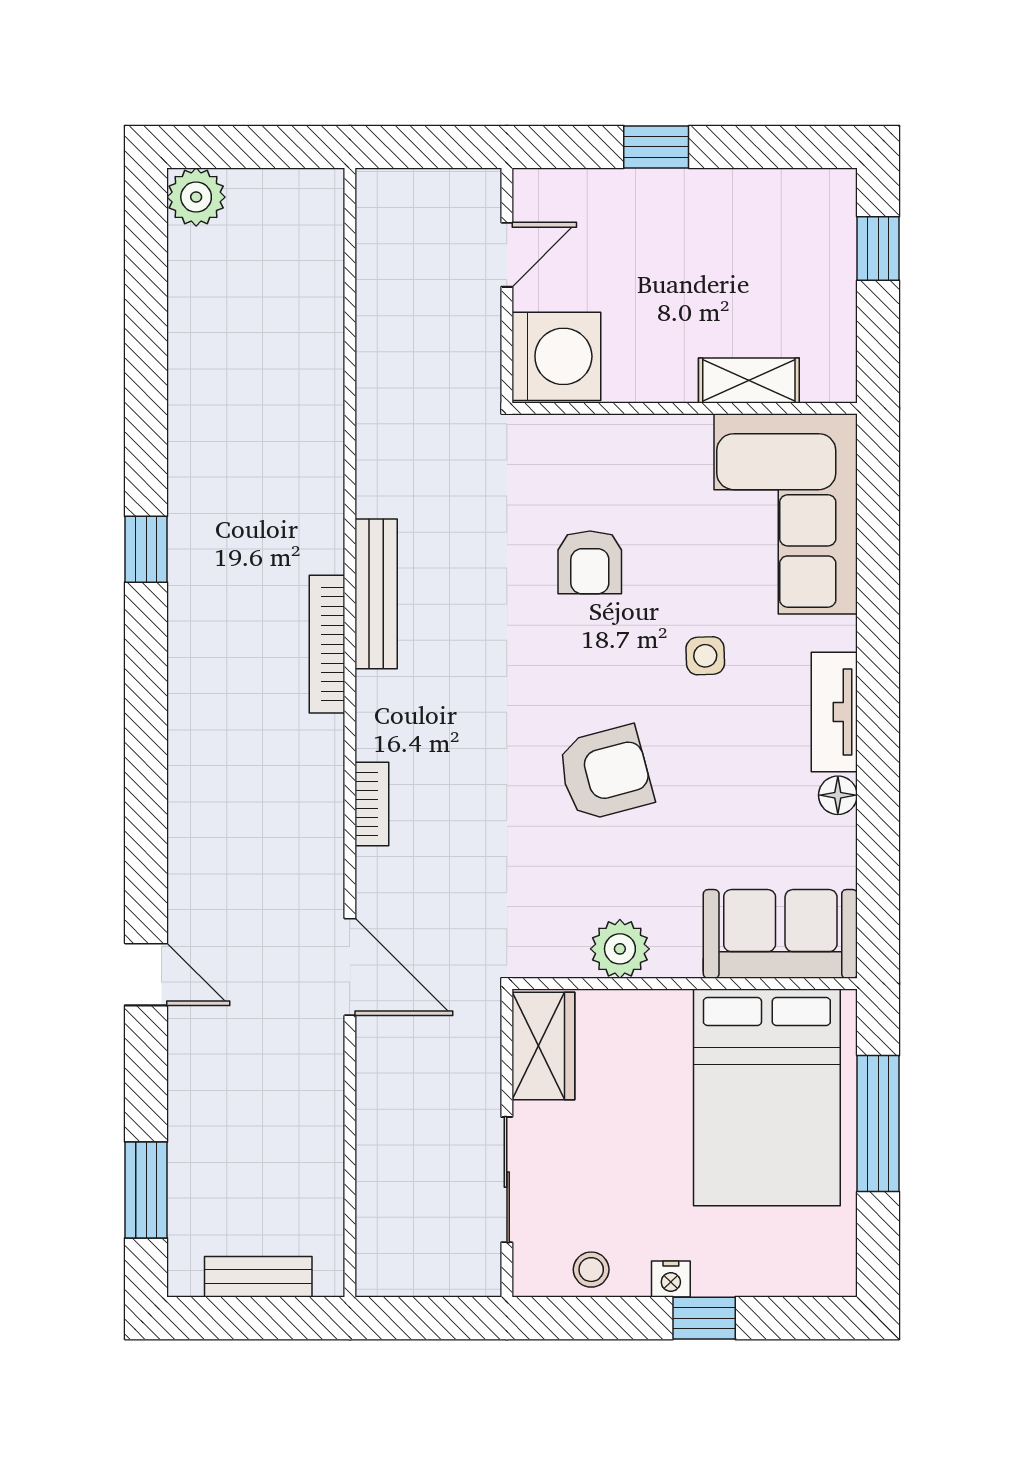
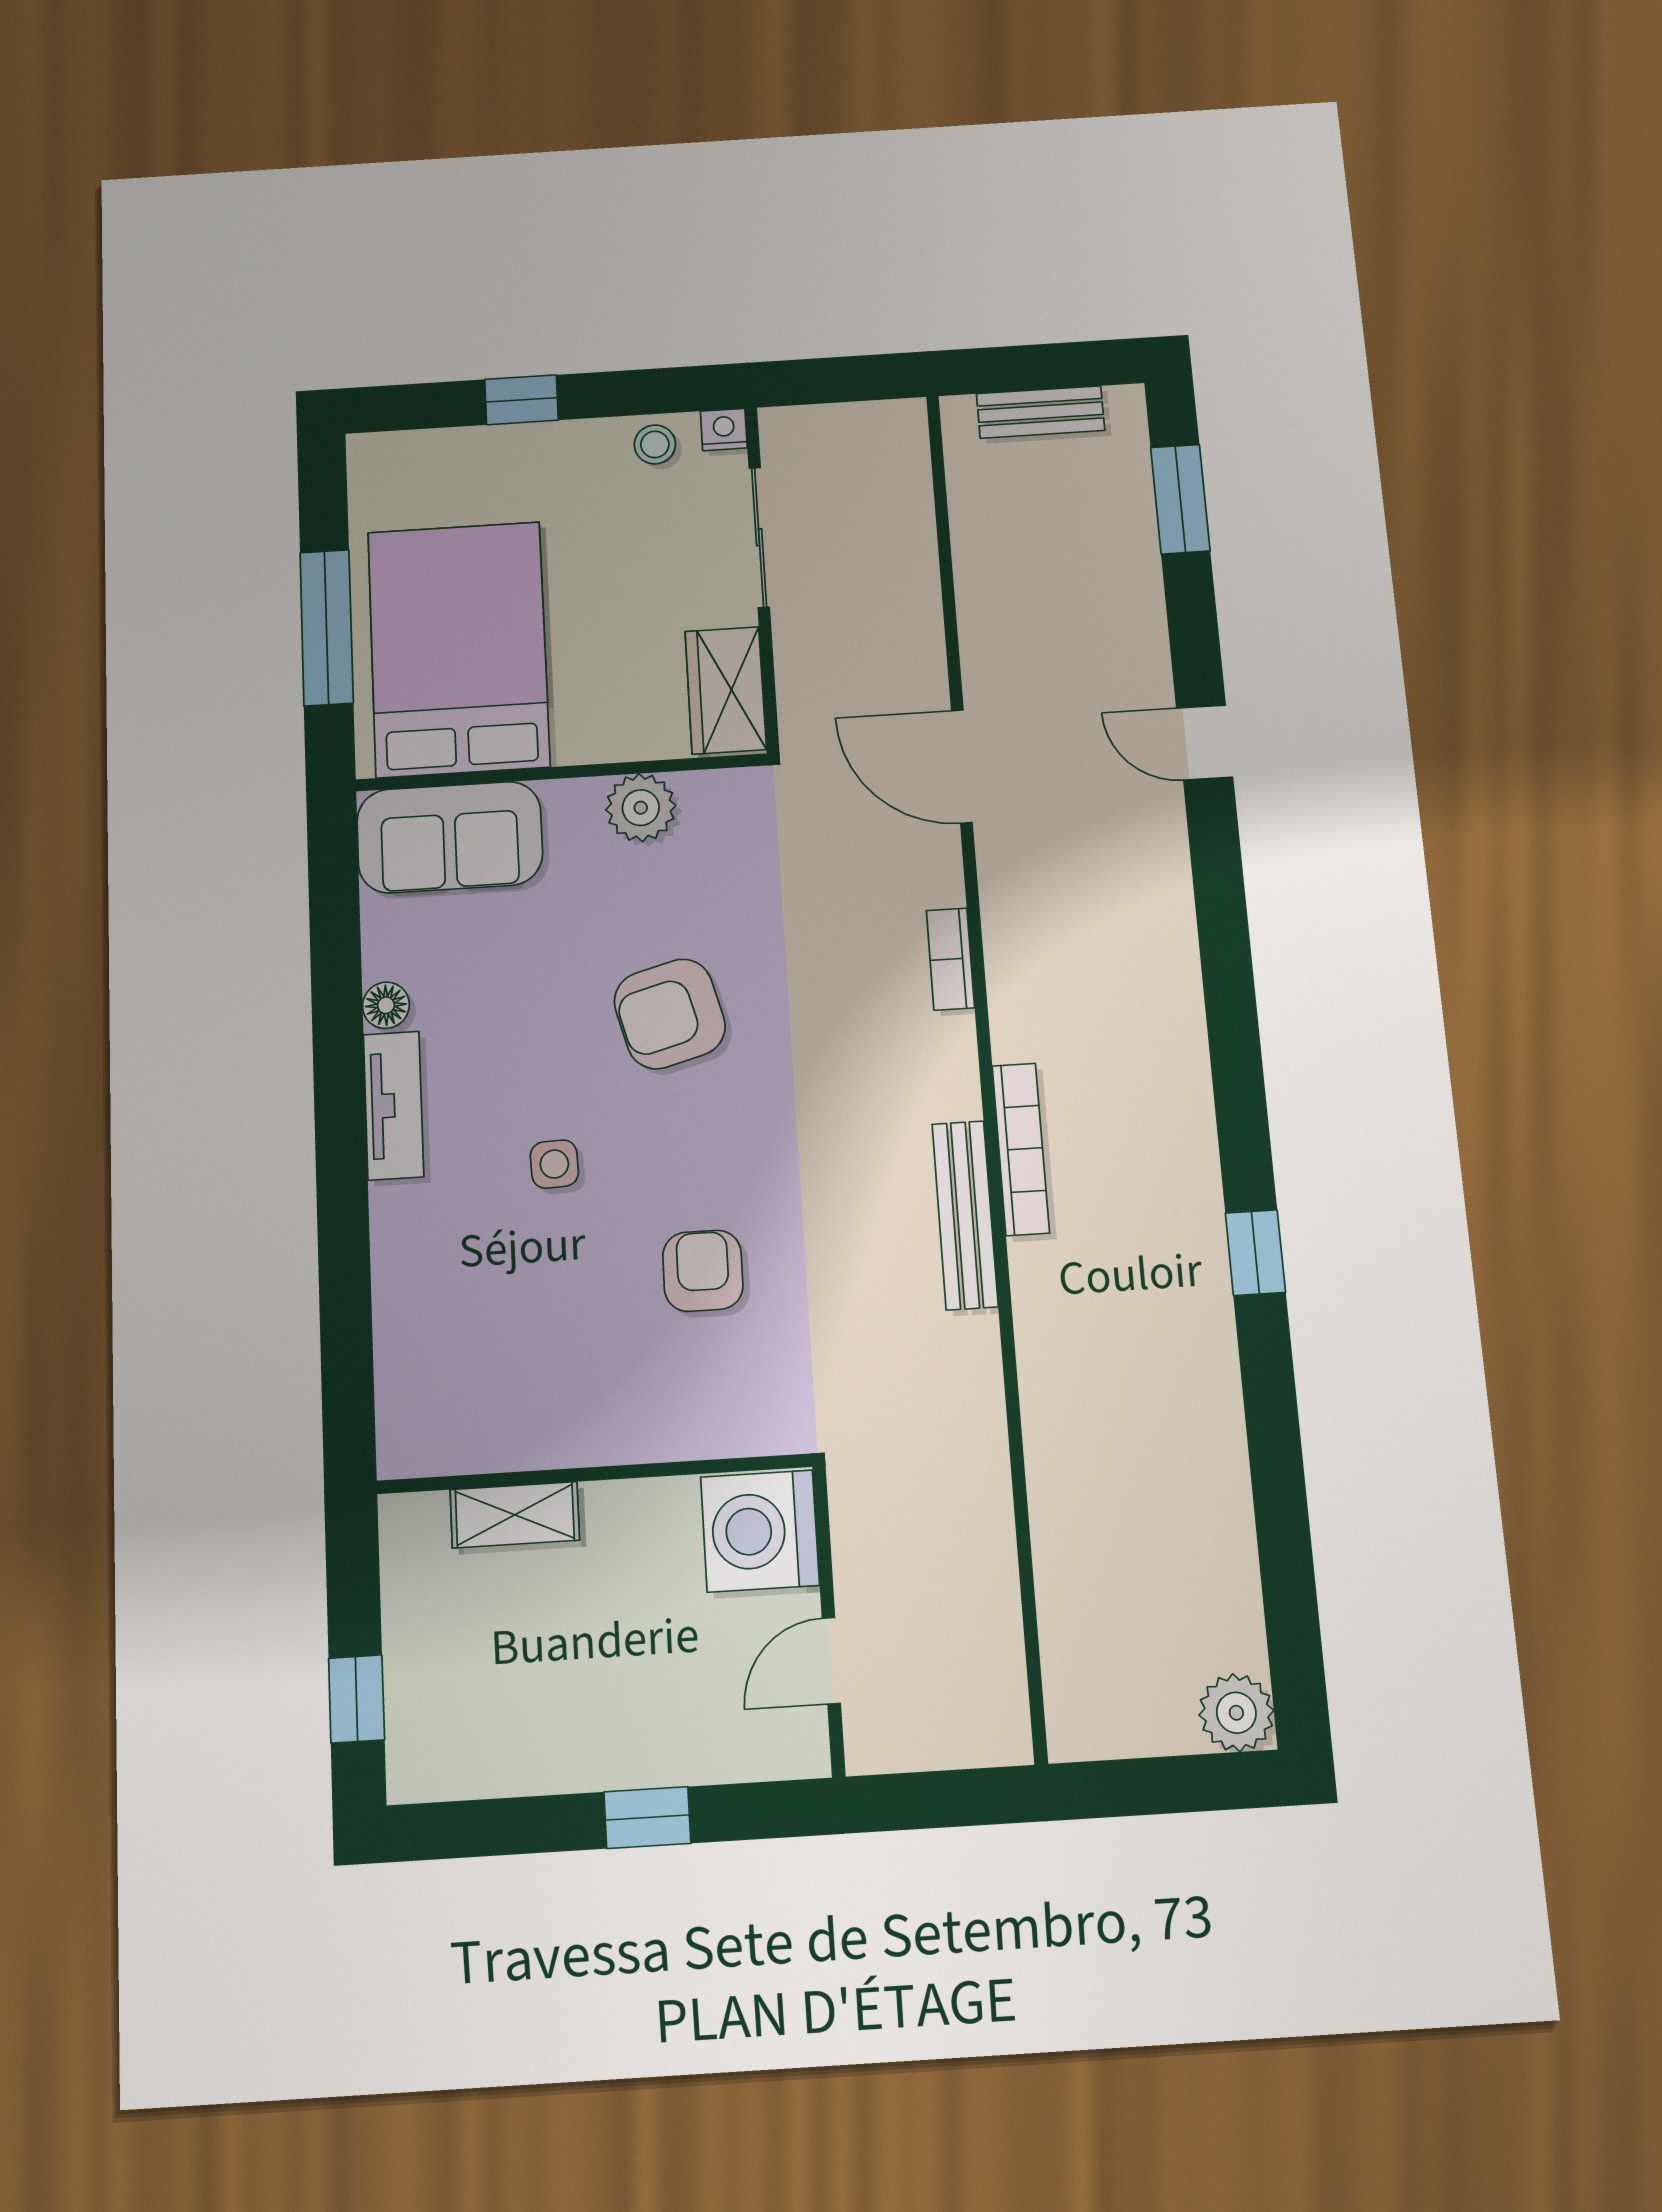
corner sofa: (786, 514) -> (462, 1347), removed
nightstand: (671, 1279) -> (724, 430), moved

